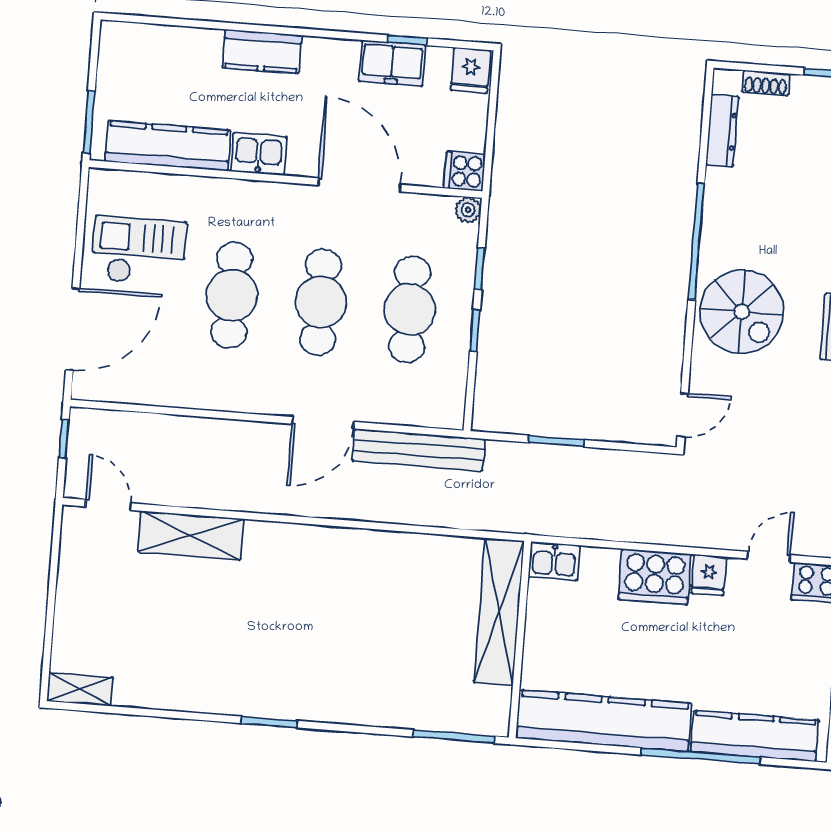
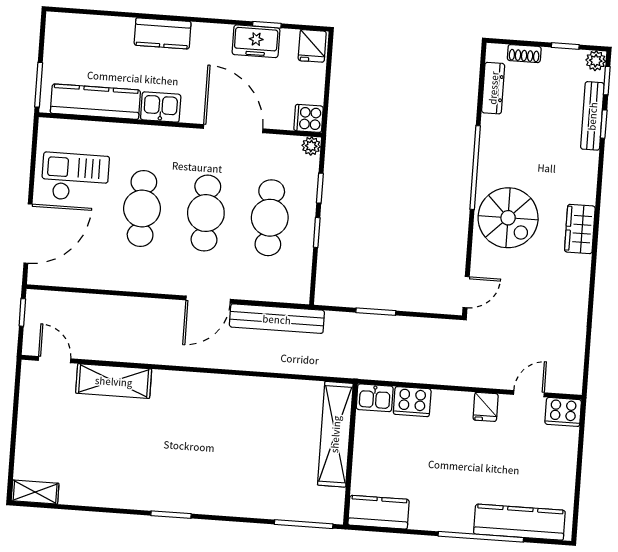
cooker: (655, 577) -> (412, 402), moved, width x0.73, depth x0.76
kitchen counter: (604, 721) -> (379, 512), width x0.48, depth x0.86

